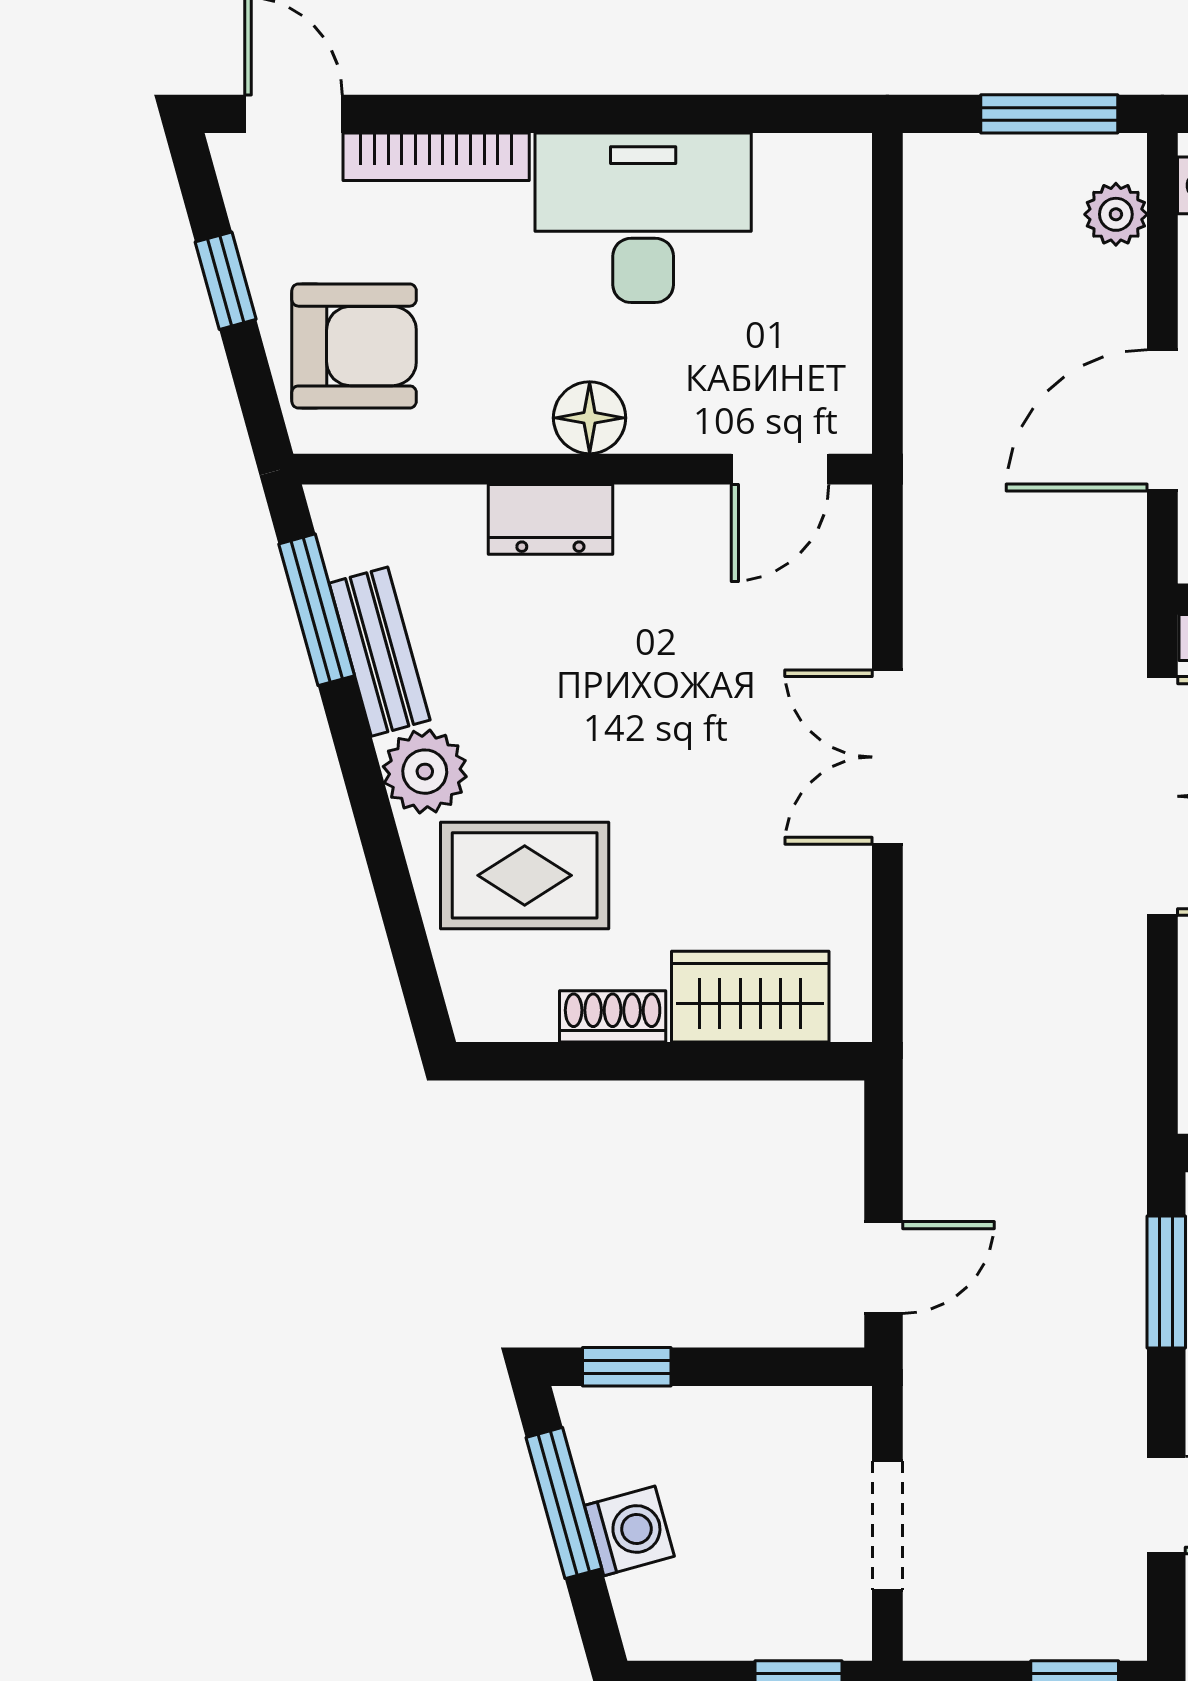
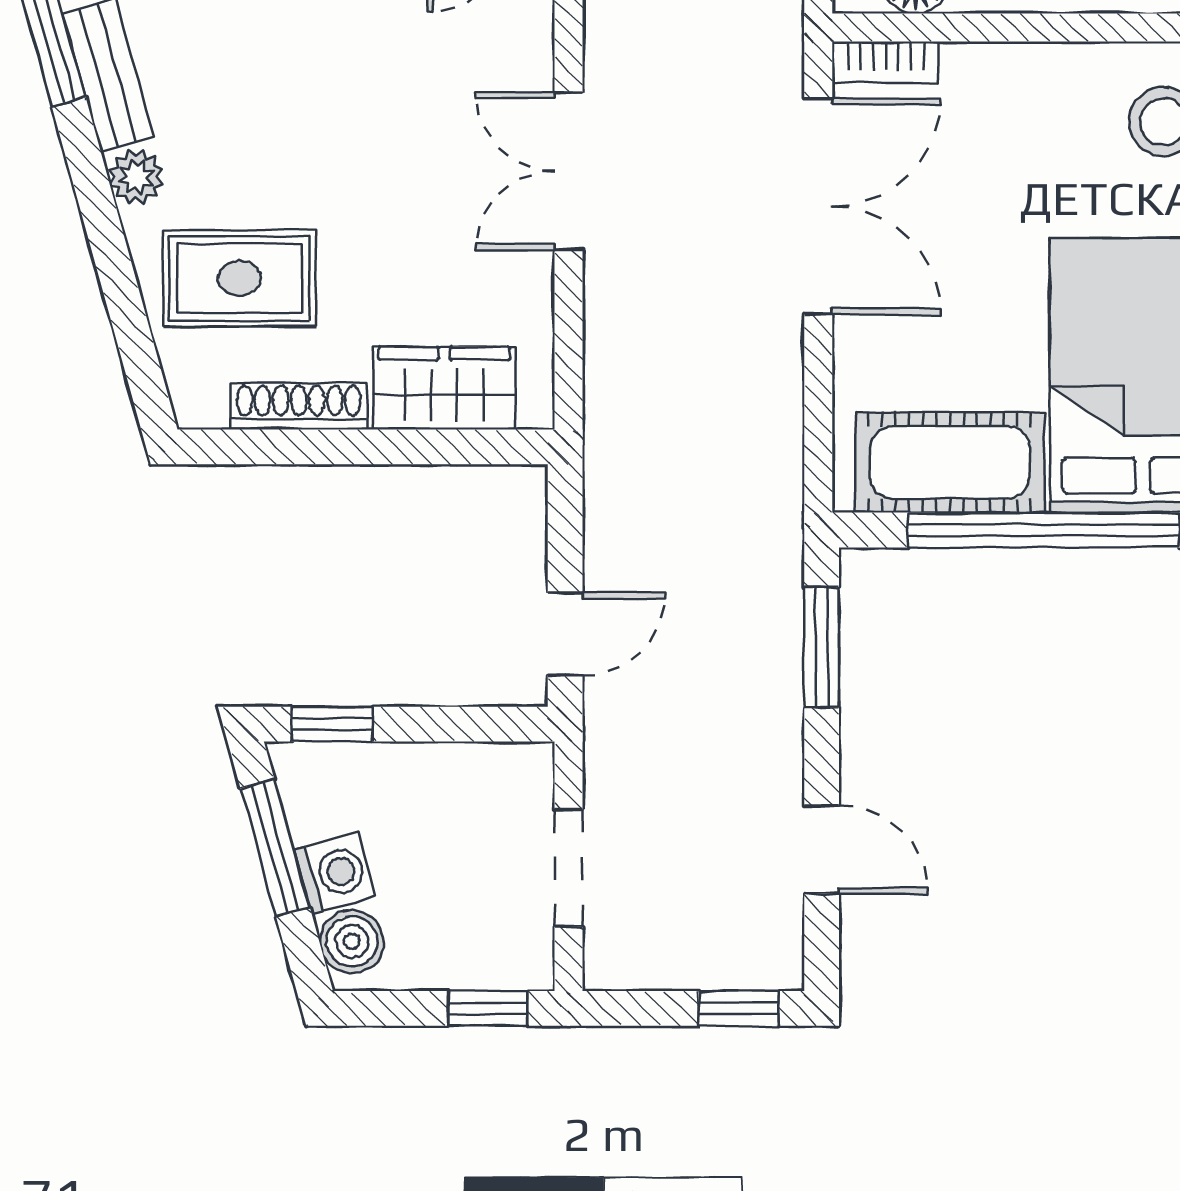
plant: (425, 772) -> (136, 177), width x0.73, depth x0.73
shoe rack: (613, 1016) -> (299, 406), width x1.43
boiler: (649, 1606) -> (352, 941), added

